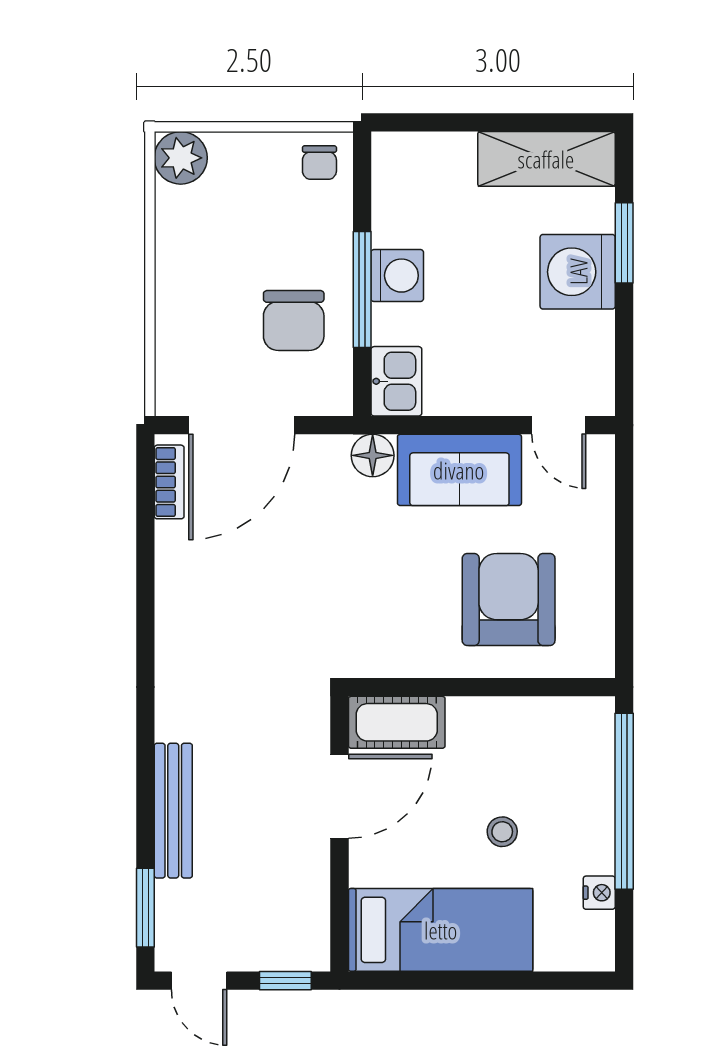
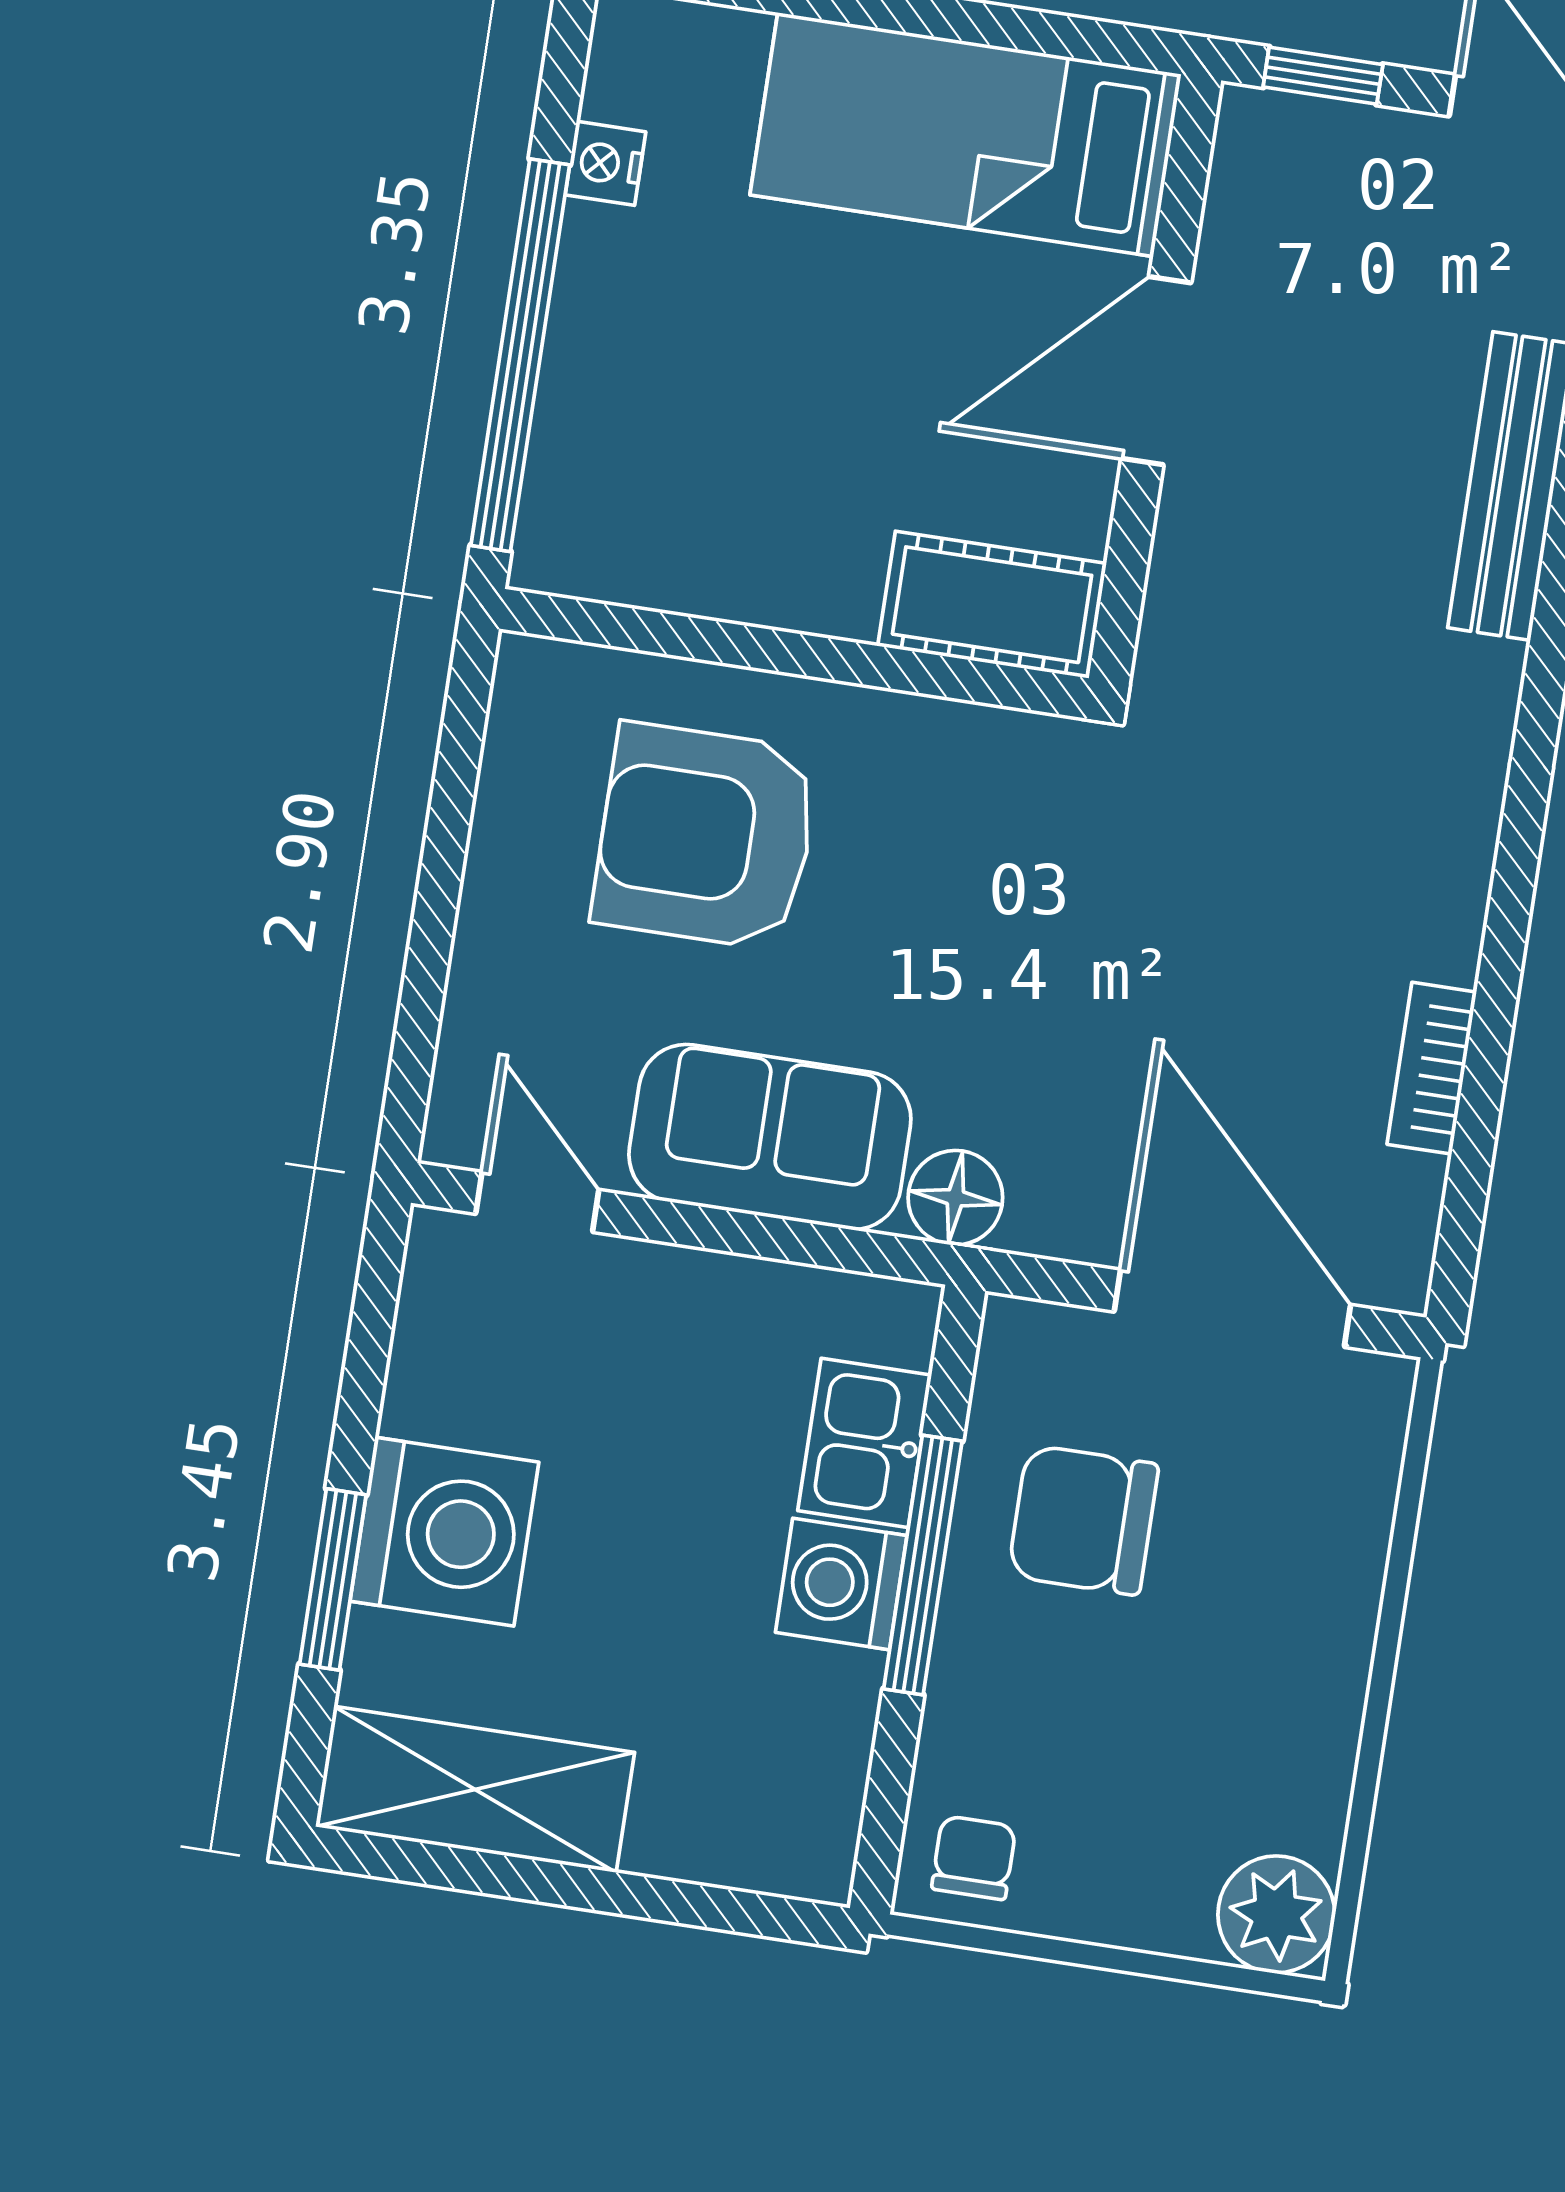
chair: (294, 321) -> (1083, 1520), turned -90
kitchen sink: (396, 381) -> (865, 1443), moved
door: (242, 425) -> (1232, 1308), hinge flipped
bookcase: (169, 482) -> (1432, 1068), moved
armchair: (509, 600) -> (706, 836), turned 90
door: (340, 796) -> (1156, 371), moved
stool: (502, 832) -> (798, 329), removed

